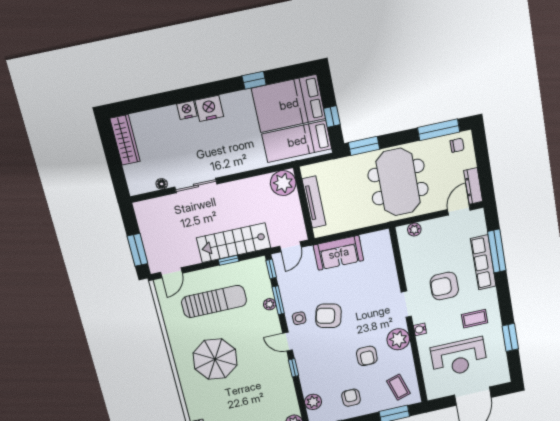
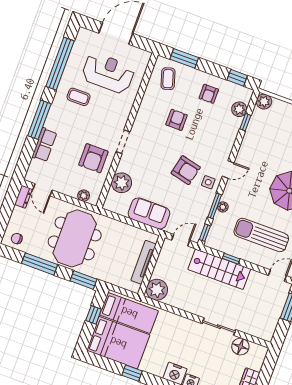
window: (439, 130) -> (40, 264), moved
floor lamp: (162, 184) -> (240, 347), width x1.89, depth x1.89
dresser: (473, 186) -> (23, 197), width x0.70
door: (459, 210) -> (43, 190), hinge flipped
window: (497, 251) -> (39, 120), moved
row of seats: (483, 262) -> (44, 145), width x0.68
armchair: (444, 286) -> (93, 158), moved, turned 90
water cooler: (420, 329) -> (124, 115), removed
window: (510, 337) -> (60, 64), width x2.11
plant: (398, 339) -> (122, 183), moved
door: (288, 342) -> (228, 170), hinge flipped
window: (294, 368) -> (245, 122), moved

